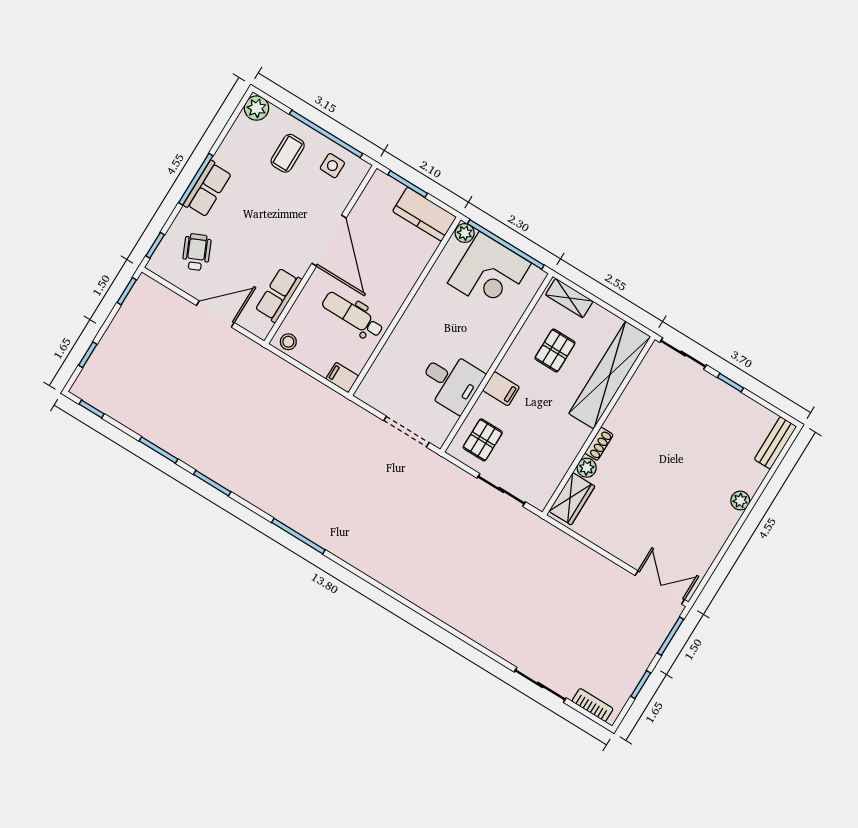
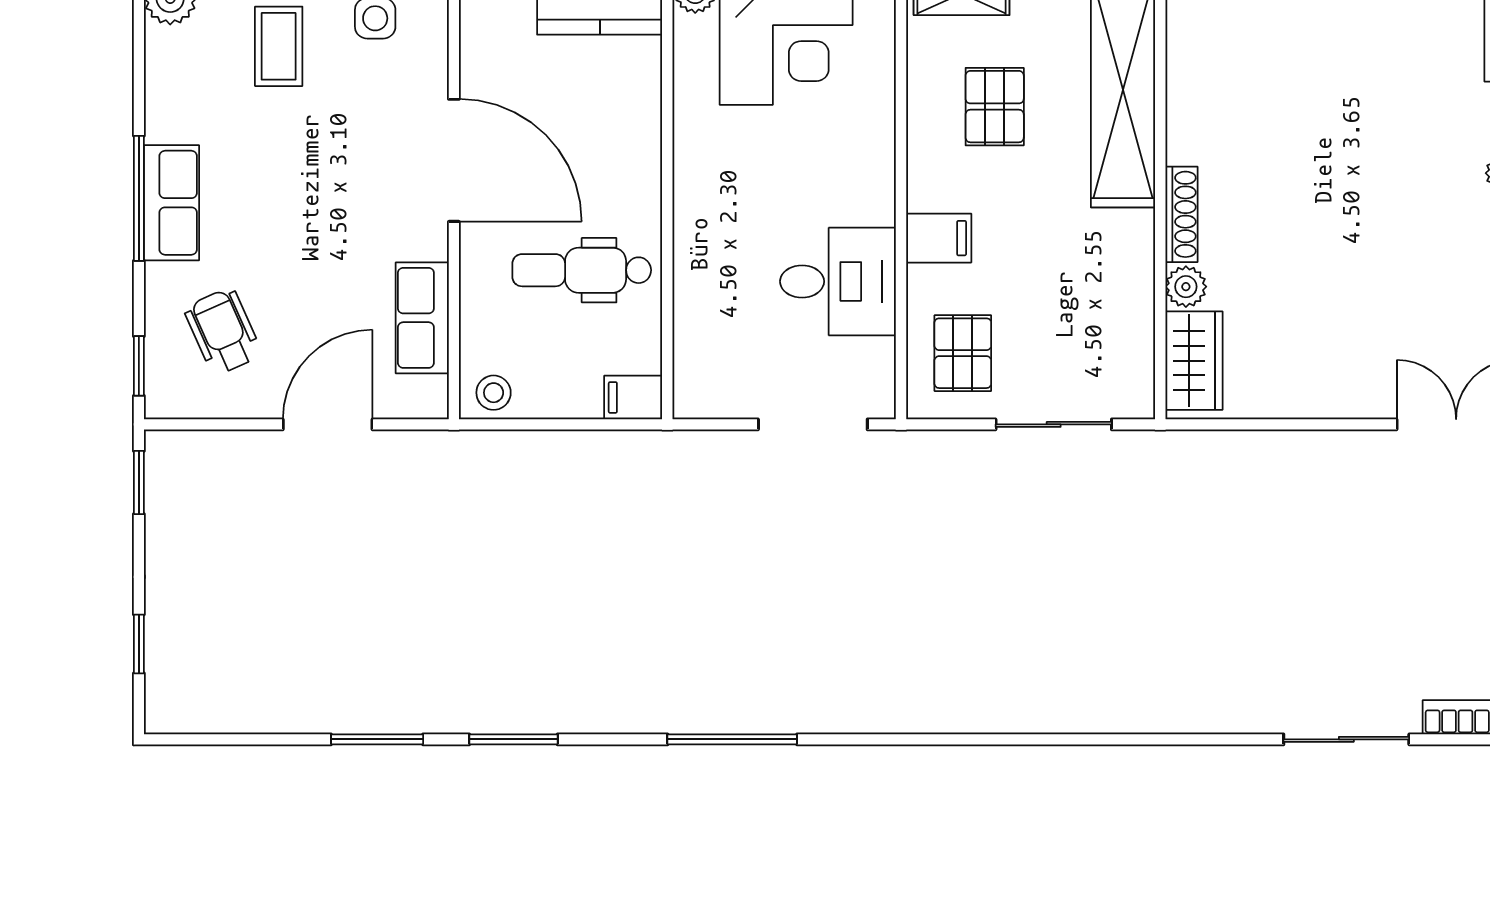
window: (92, 409) -> (208, 739), removed
shoe rack: (599, 444) -> (1182, 214), width x1.43

